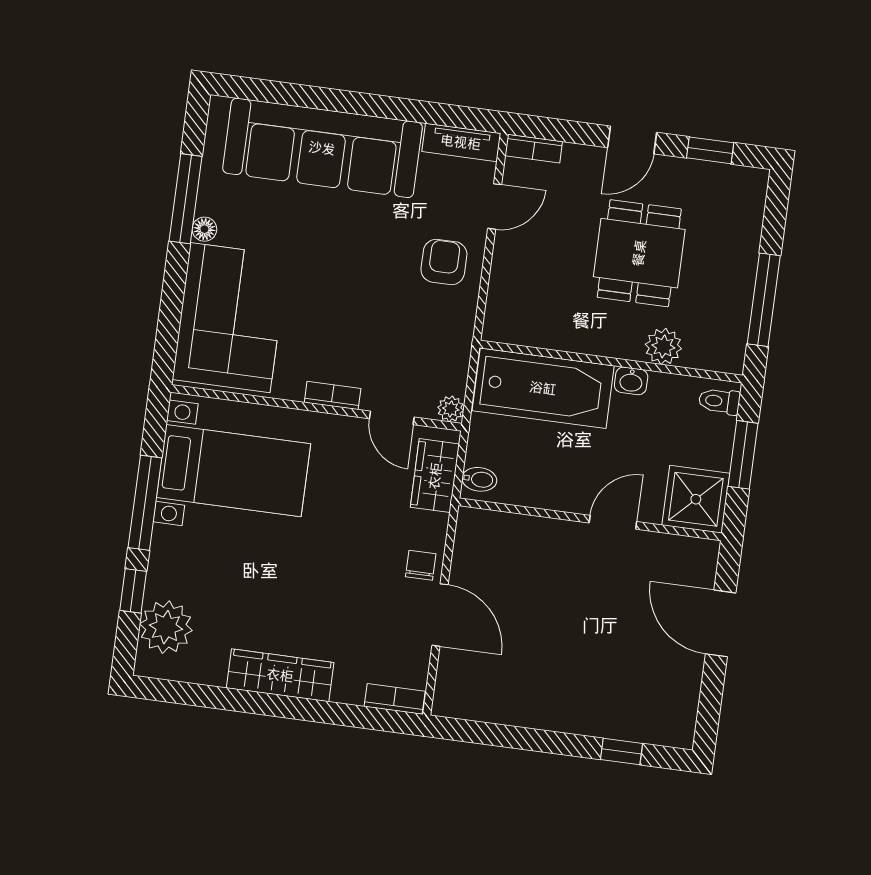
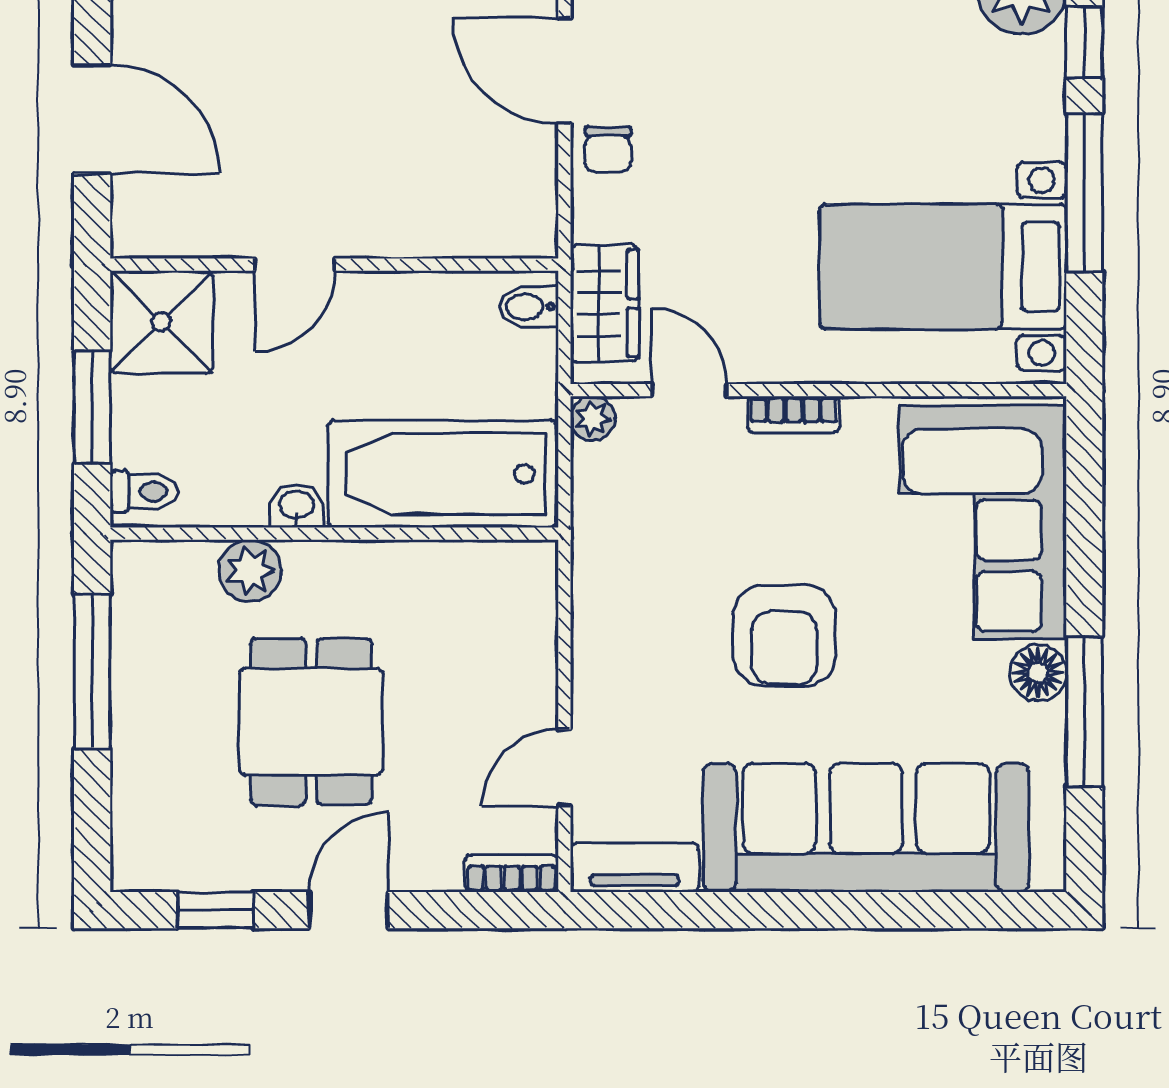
floor lamp: (204, 229) -> (1038, 672), width x1.37, depth x1.37
armchair: (444, 262) -> (784, 636), moved, width x1.38, depth x1.38

